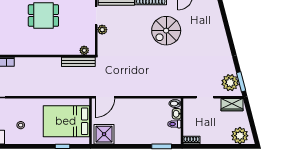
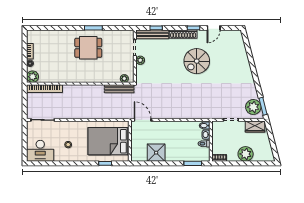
door: (105, 97) -> (143, 120), swing flipped
shower: (104, 134) -> (156, 153), moved
plant: (240, 136) -> (246, 154), moved

